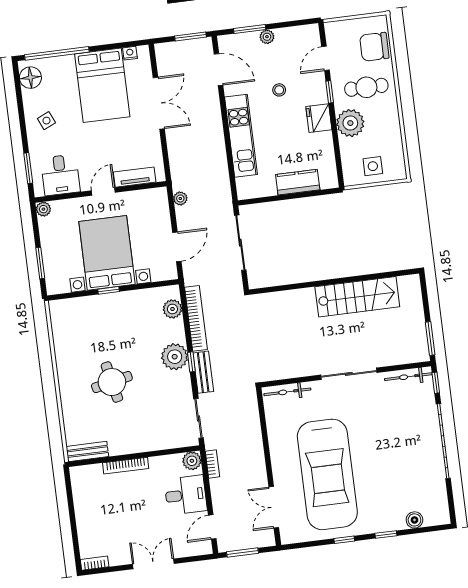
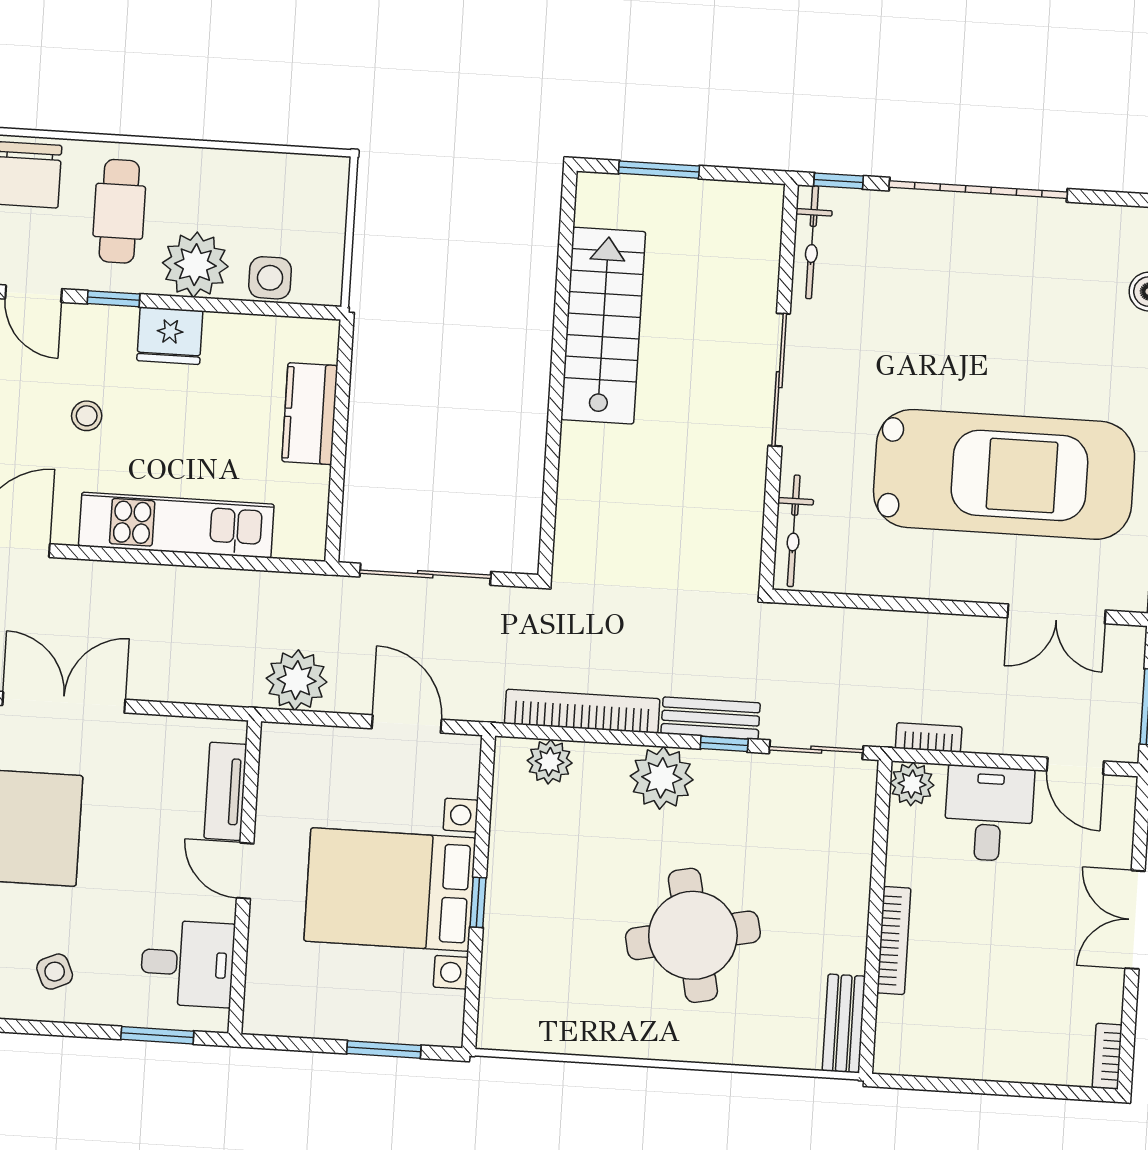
side table: (373, 166) -> (270, 278), moved
plant: (180, 198) -> (297, 680), width x1.88, depth x1.88
plant: (43, 209) -> (260, 1018), removed
window: (430, 338) -> (659, 170), moved
window: (191, 362) -> (724, 744), moved
round table: (112, 382) -> (693, 935), width x1.36, depth x1.36

